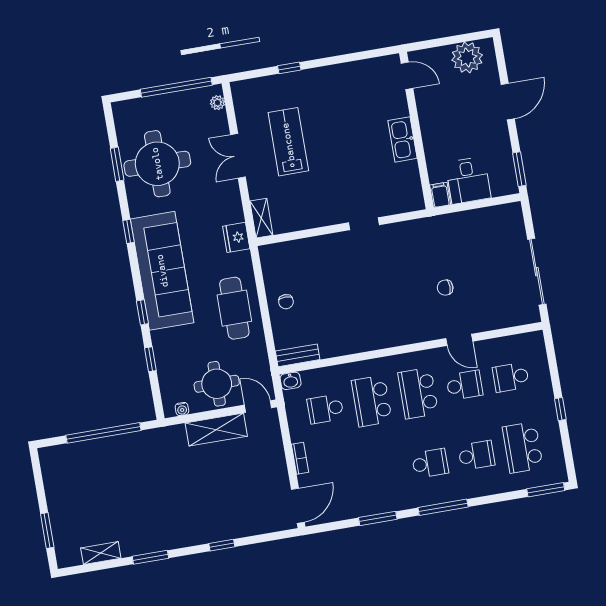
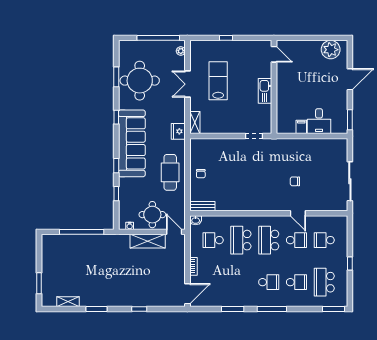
door: (407, 76) -> (274, 54), moved
wall: (416, 130) -> (274, 87), moved
kitchen sink: (403, 139) -> (265, 91), moved

